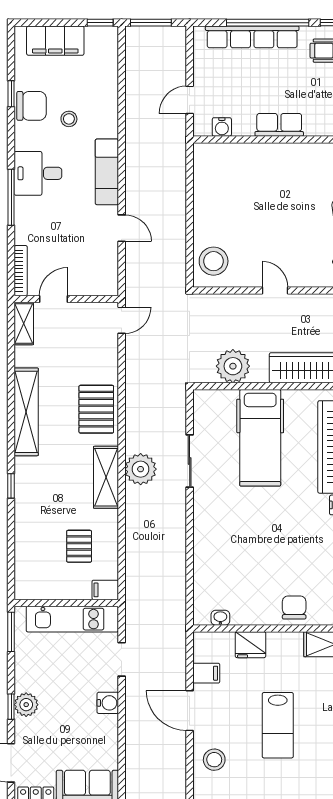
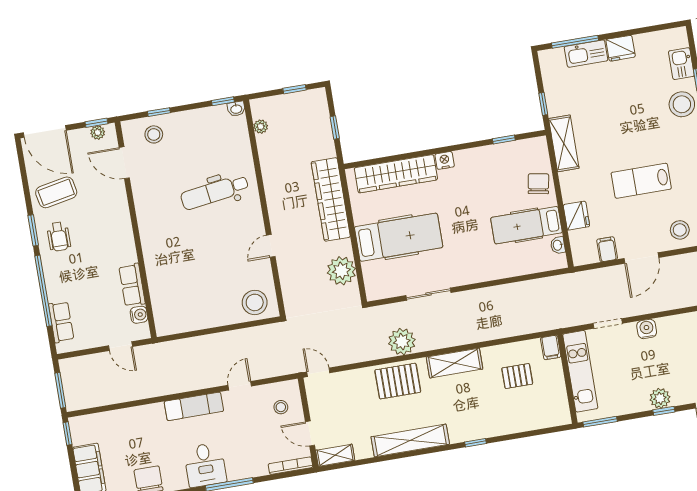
row of seats: (252, 37) -> (61, 322), width x0.50
stool: (69, 119) -> (281, 407), moved
row of seats: (279, 125) -> (132, 285), moved
plant: (141, 469) -> (402, 342), moved
hospital bed: (249, 586) -> (526, 225), added
chair: (294, 608) -> (538, 184), turned 100
lab bench: (278, 725) -> (641, 181), turned 180

